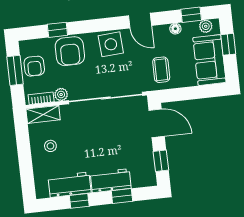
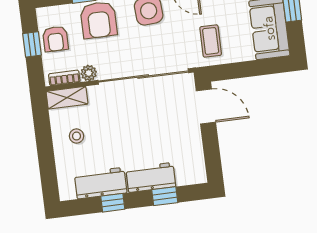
window: (15, 70) -> (32, 44), width x0.67
window: (161, 161) -> (212, 152), removed

